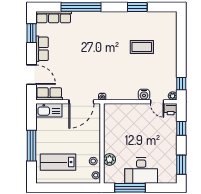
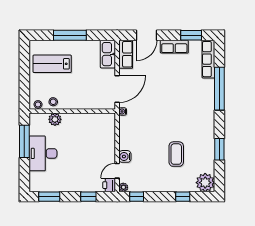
plant: (168, 20) -> (205, 183), added
window: (181, 41) -> (183, 197), added
door: (81, 102) -> (117, 89), swing flipped
lab bench: (58, 162) -> (52, 64), turned -90

